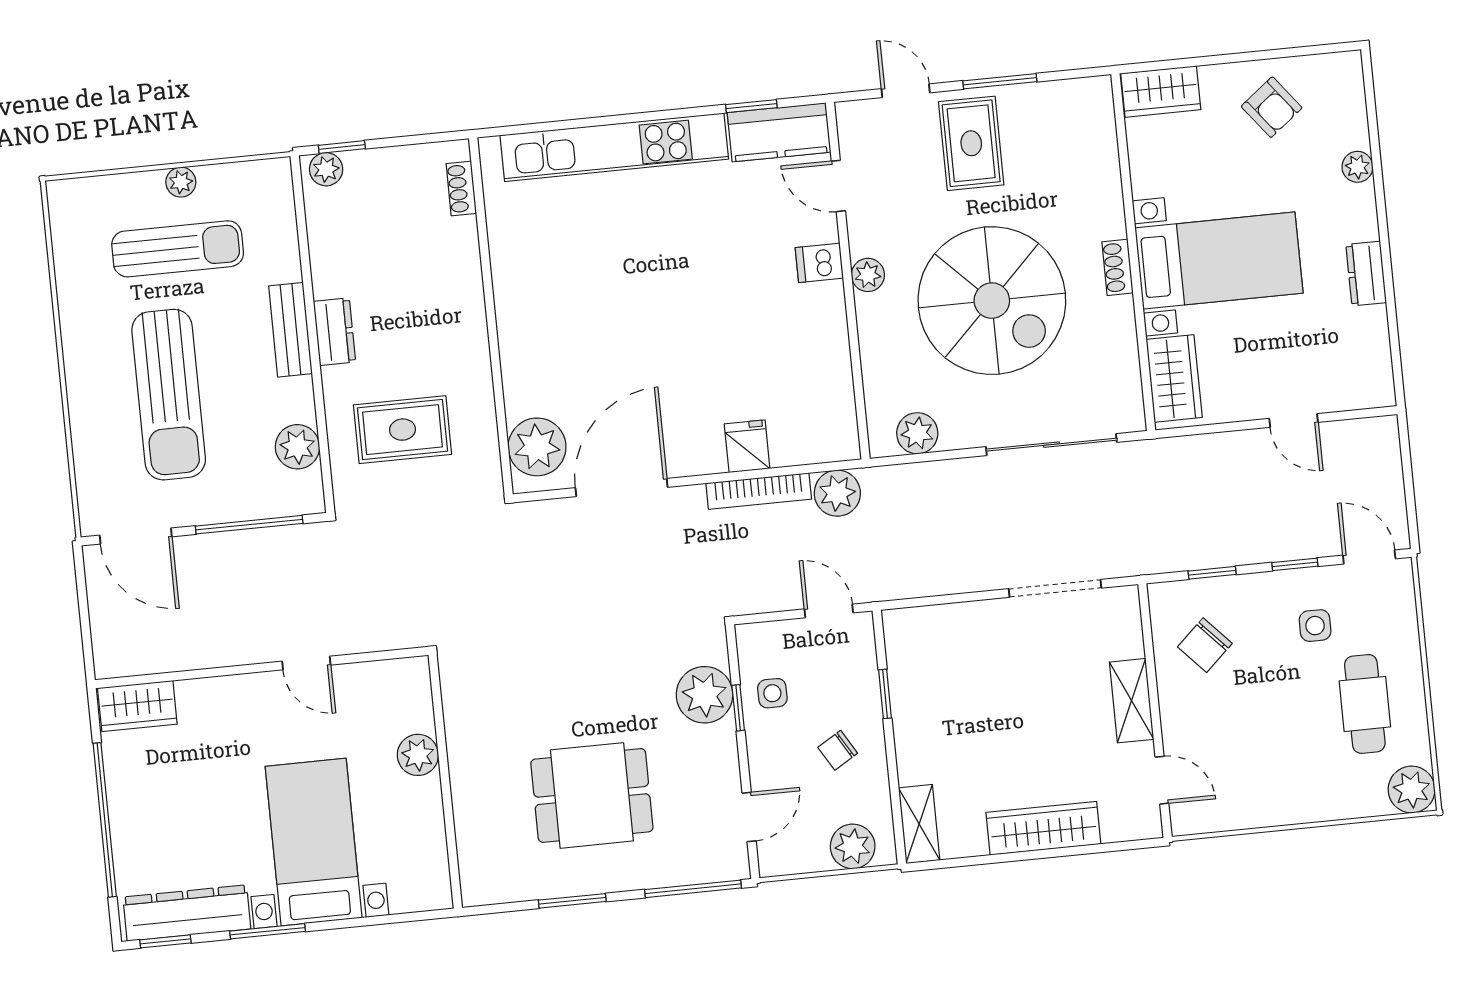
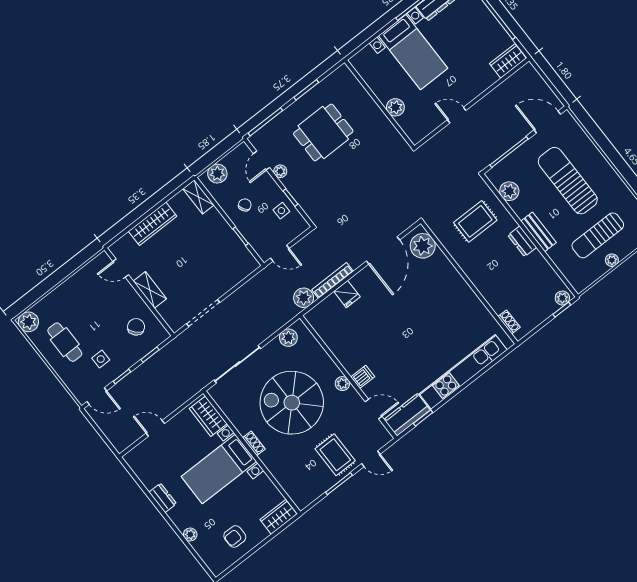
armchair: (1272, 107) -> (235, 536), turned -52
plant: (704, 695) -> (280, 171), moved, width x0.53, depth x0.53

